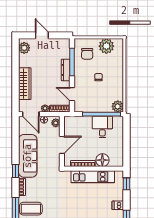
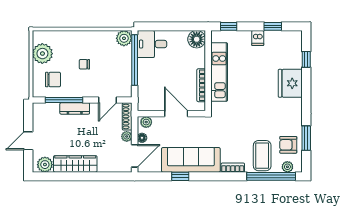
wardrobe: (25, 84) -> (75, 164), moved
desk: (102, 127) -> (152, 44), moved
floor lamp: (102, 160) -> (197, 39), moved
window: (15, 171) -> (180, 176), moved

